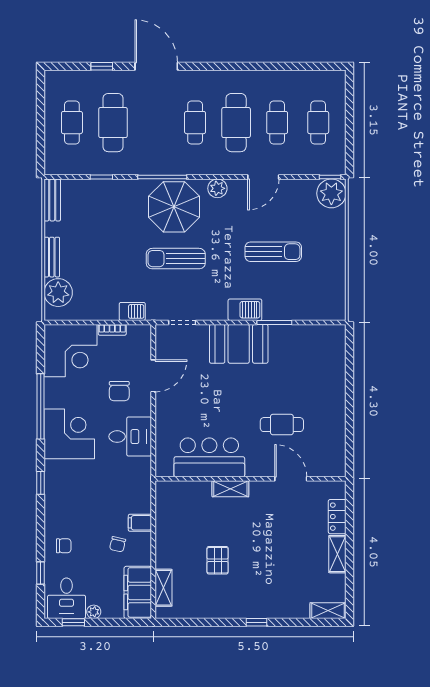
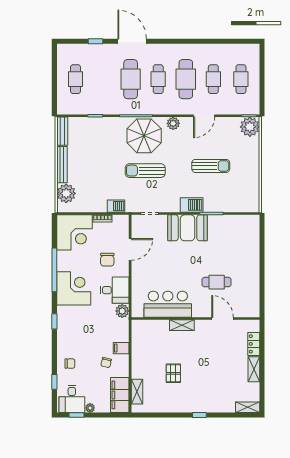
cafe table: (113, 123) -> (131, 79), moved
bench: (52, 257) -> (62, 165), width x1.36
plant: (142, 468) -> (122, 311), added

